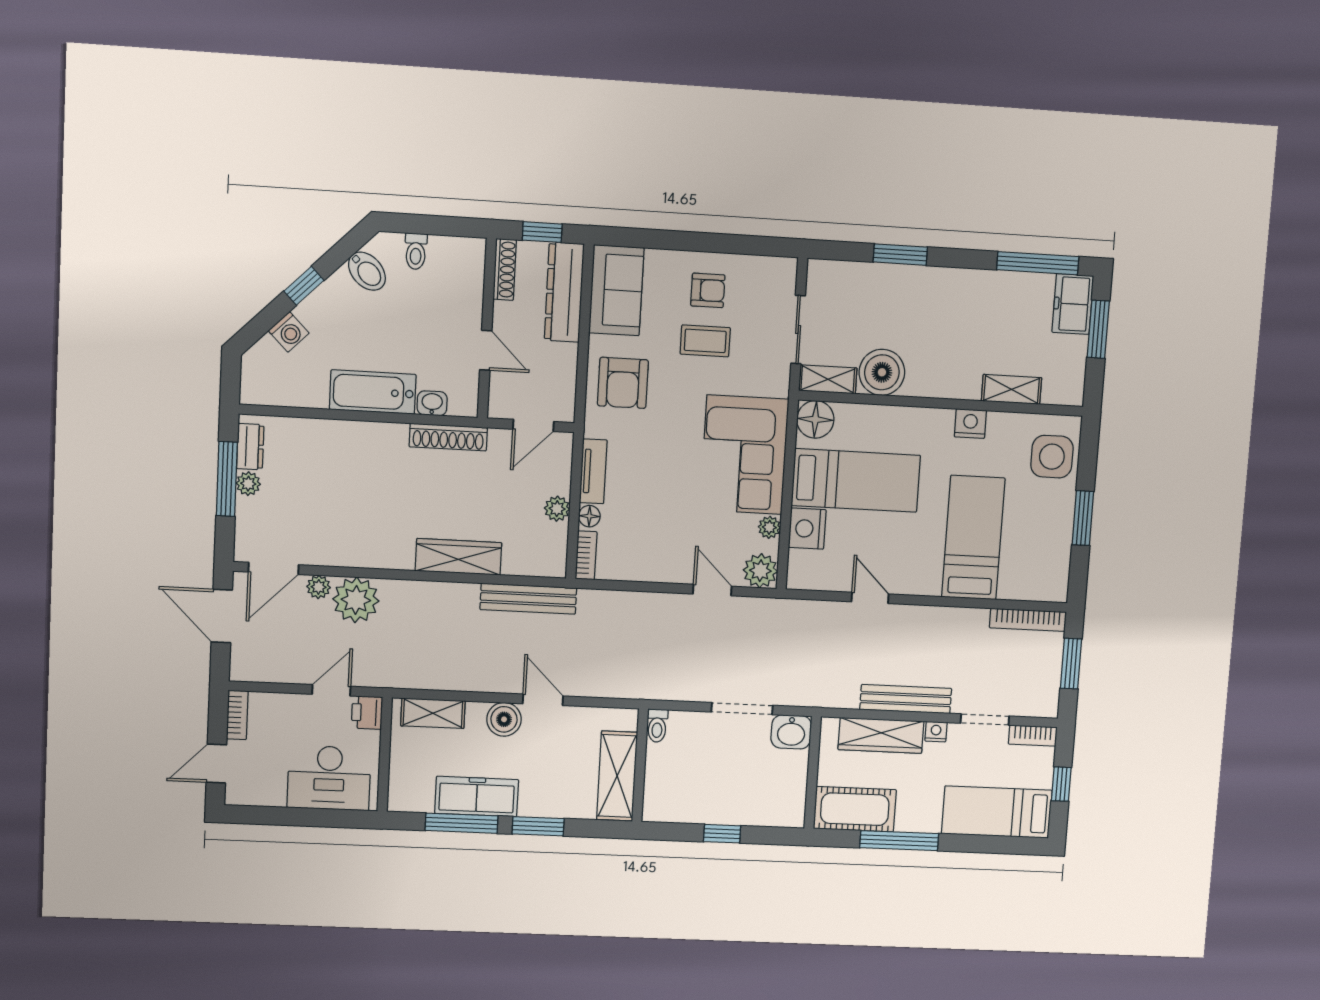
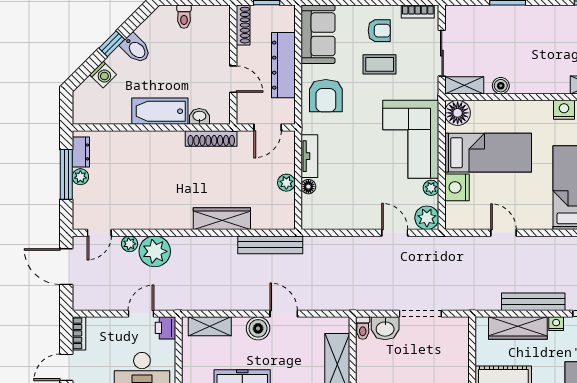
bidet: (367, 271) -> (136, 49), moved
dresser: (564, 292) -> (283, 65), moved
boiler: (882, 372) -> (501, 86), width x0.54, depth x0.54
bookcase: (586, 555) -> (418, 12), moved, turned 90
door: (274, 568) -> (99, 233), width x0.73
washbasin: (791, 732) -> (385, 328), moved

